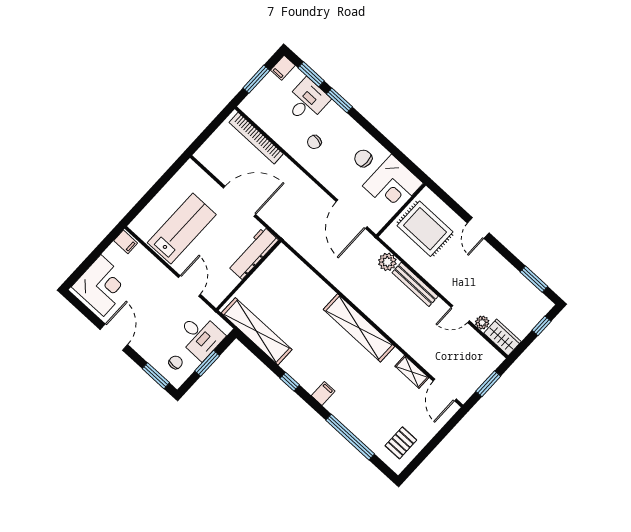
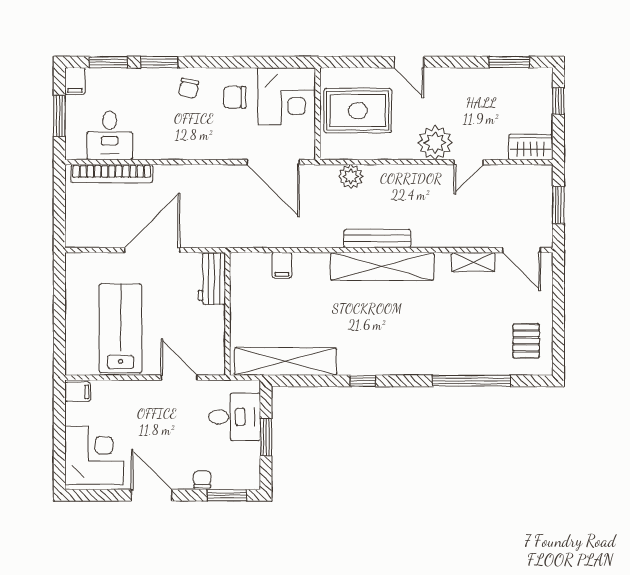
desk: (307, 101) -> (110, 135), moved, turned 180
chair: (314, 142) -> (189, 88), moved
workbench: (253, 253) -> (212, 279), width x0.73
bench: (415, 284) -> (377, 239), moved
plant: (482, 323) -> (435, 143), moved, width x1.87, depth x1.87
chair: (176, 362) -> (202, 479), moved
filing cabinet: (323, 393) -> (282, 265), moved, turned 180

